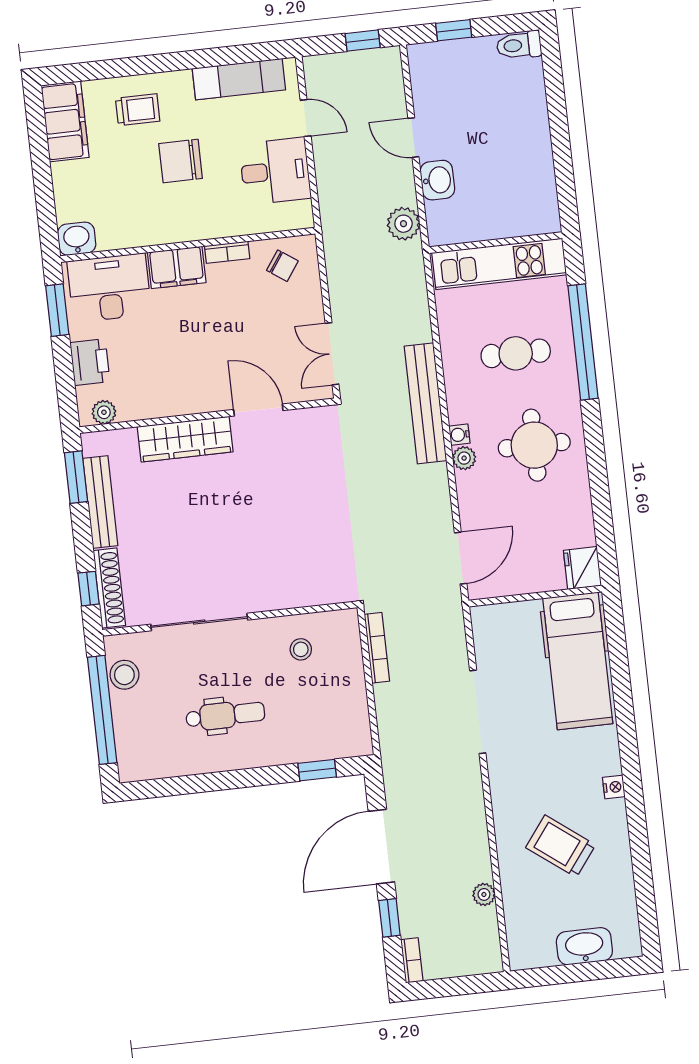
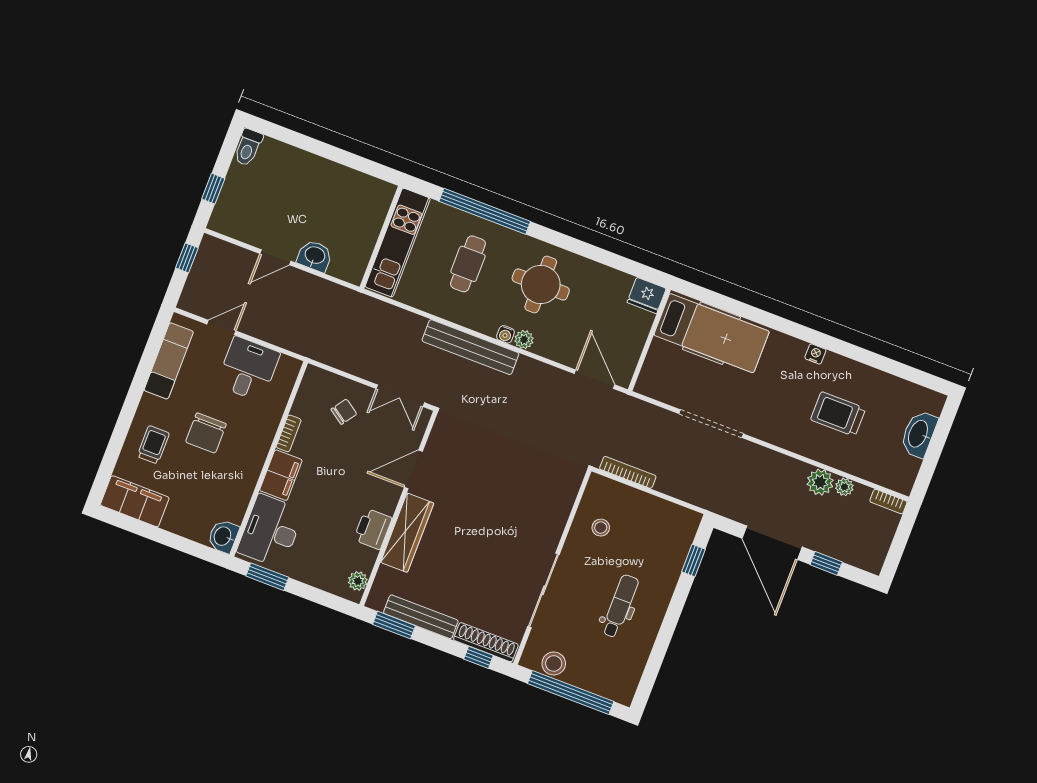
plant: (403, 224) -> (820, 482), moved
chair: (282, 266) -> (344, 412), moved
printer: (90, 362) -> (373, 529), moved, turned -90
trolley: (561, 846) -> (838, 414), turned 53
bookcase: (412, 960) -> (888, 502), moved, turned 180

